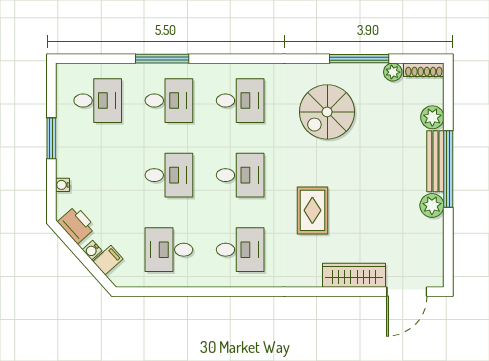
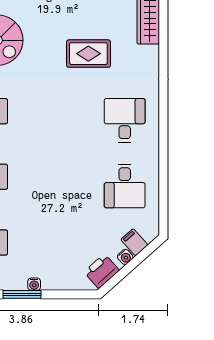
desk: (169, 175) -> (56, 186), removed
desk: (240, 175) -> (56, 120), removed
water cooler: (63, 185) -> (34, 284), moved

